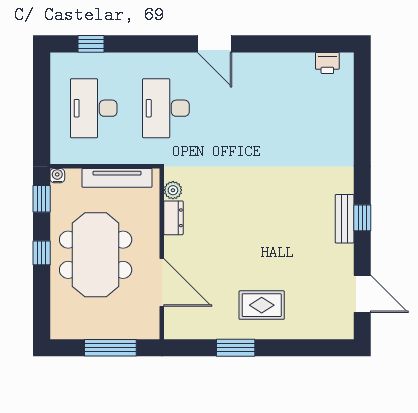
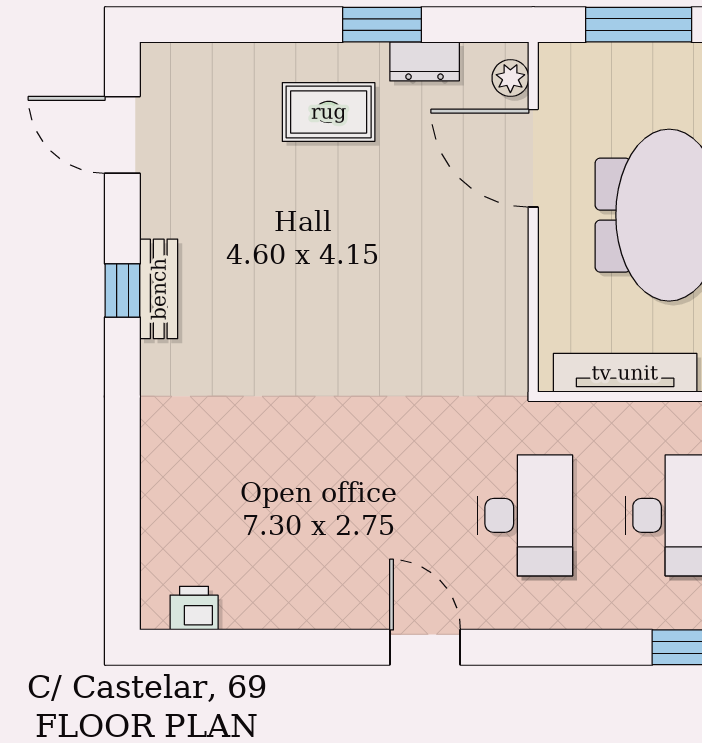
plant: (173, 190) -> (510, 78), moved
dresser: (173, 218) -> (425, 61), moved, turned -90

